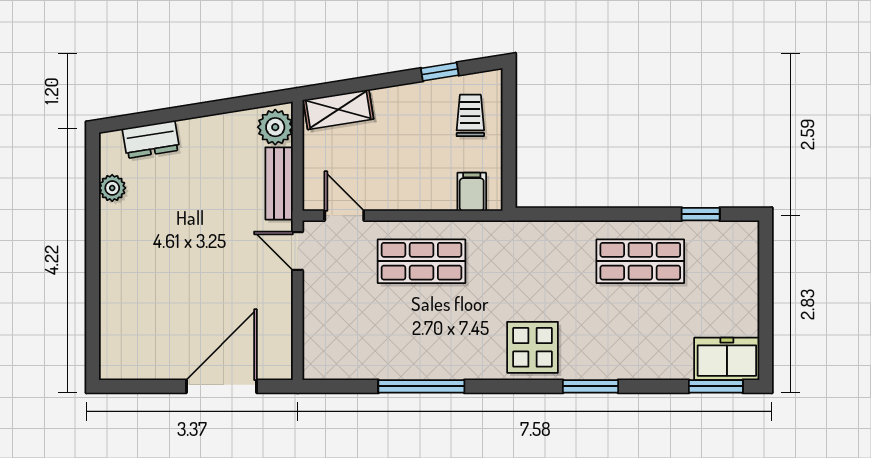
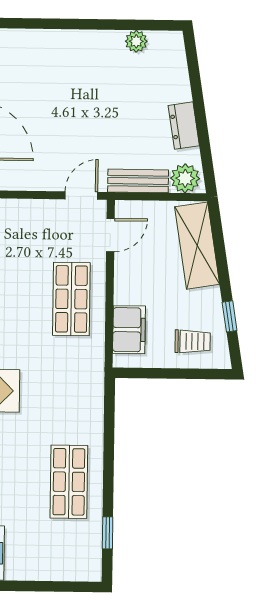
shelving: (338, 110) -> (197, 246), width x1.50, depth x1.33
dresser: (151, 139) -> (184, 126), moved
filing cabinet: (472, 192) -> (129, 330), width x2.00

